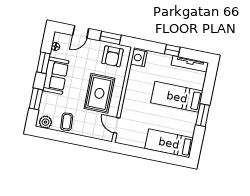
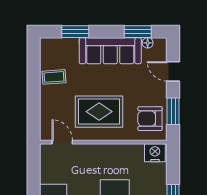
window: (43, 63) -> (138, 32), moved
sofa: (56, 76) -> (110, 51), width x1.36
plant: (45, 122) -> (48, 50), removed
door: (117, 125) -> (62, 142), hinge flipped

